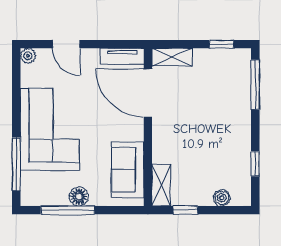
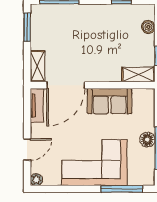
window: (222, 44) -> (27, 27), width x1.50
sofa: (128, 170) -> (110, 101), moved

